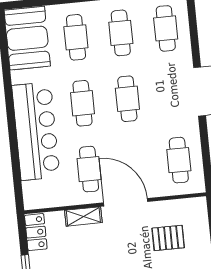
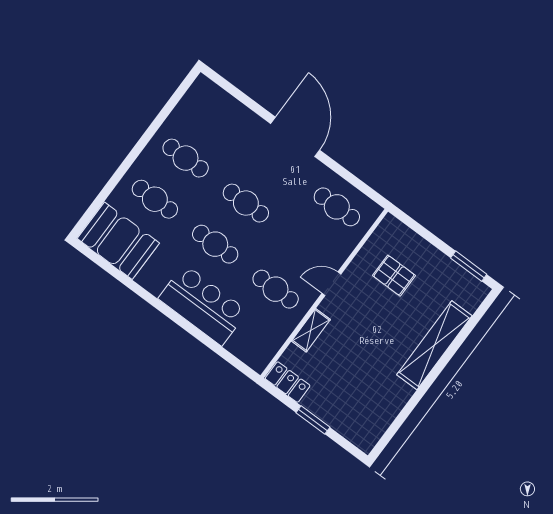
cafe table: (166, 28) -> (216, 117), removed
bar counter: (36, 131) -> (203, 305), width x0.73
door: (126, 202) -> (331, 284), width x0.53
pallet: (168, 238) -> (394, 276), turned 90

